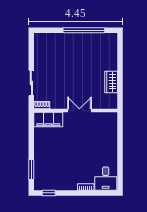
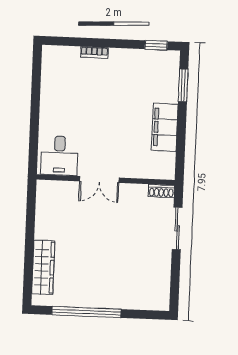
wardrobe: (111, 82) -> (43, 267), moved, width x1.50
filing cabinet: (48, 120) -> (165, 127), moved, turned -90
desk: (106, 179) -> (59, 156), moved, turned 180

